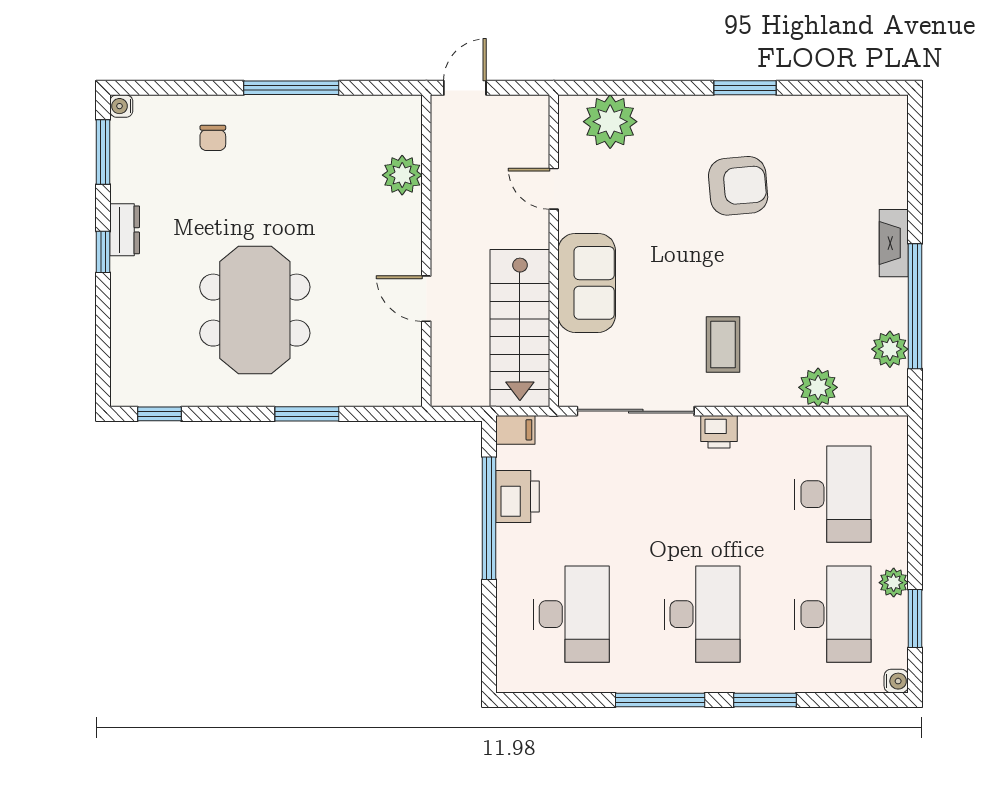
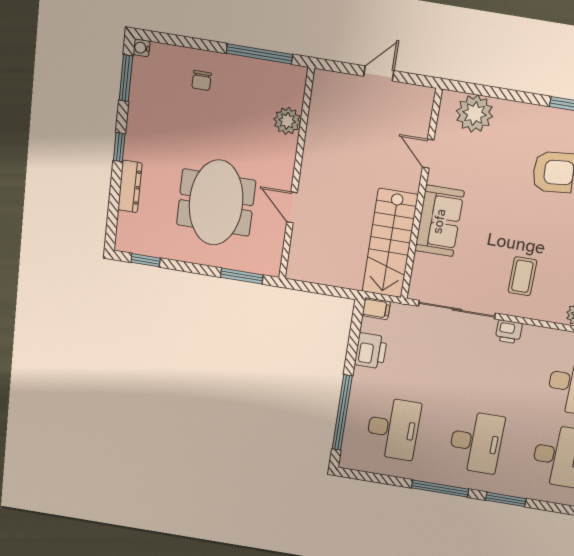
plant: (402, 175) -> (287, 121), moved
dresser: (125, 230) -> (130, 186), moved, width x1.44
wall: (426, 251) -> (296, 175), moved
door: (426, 299) -> (292, 207), moved
window: (489, 518) -> (342, 413), moved

